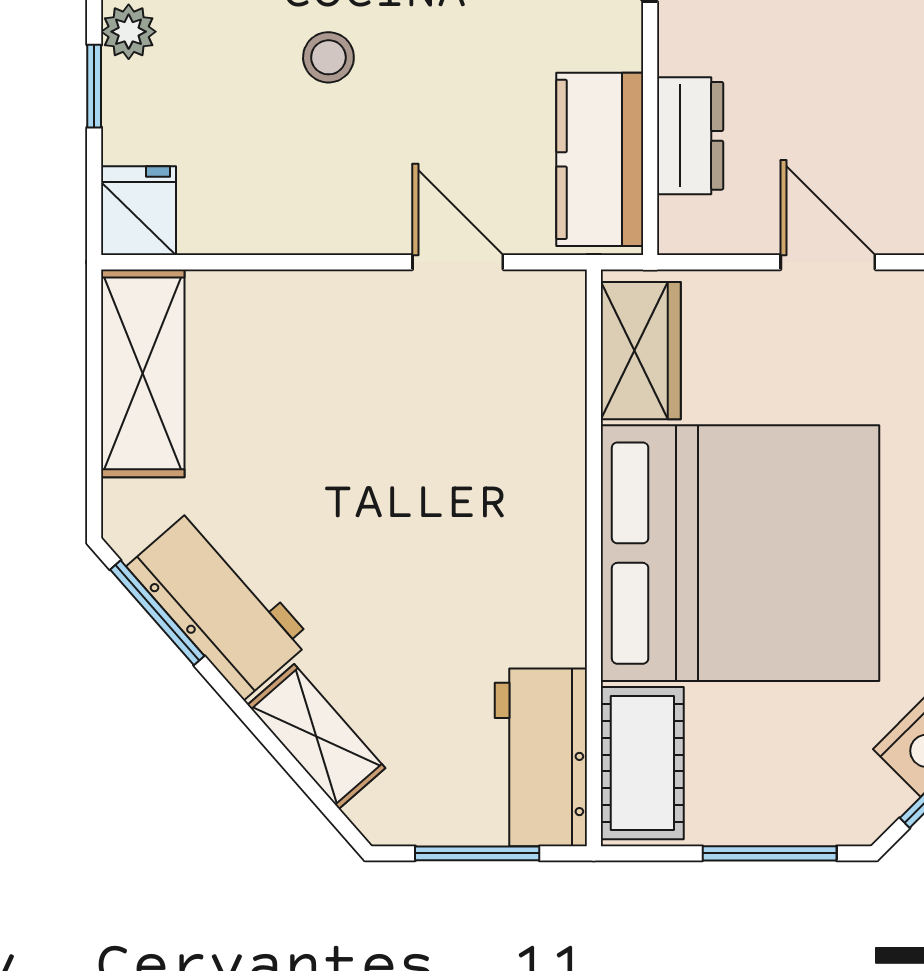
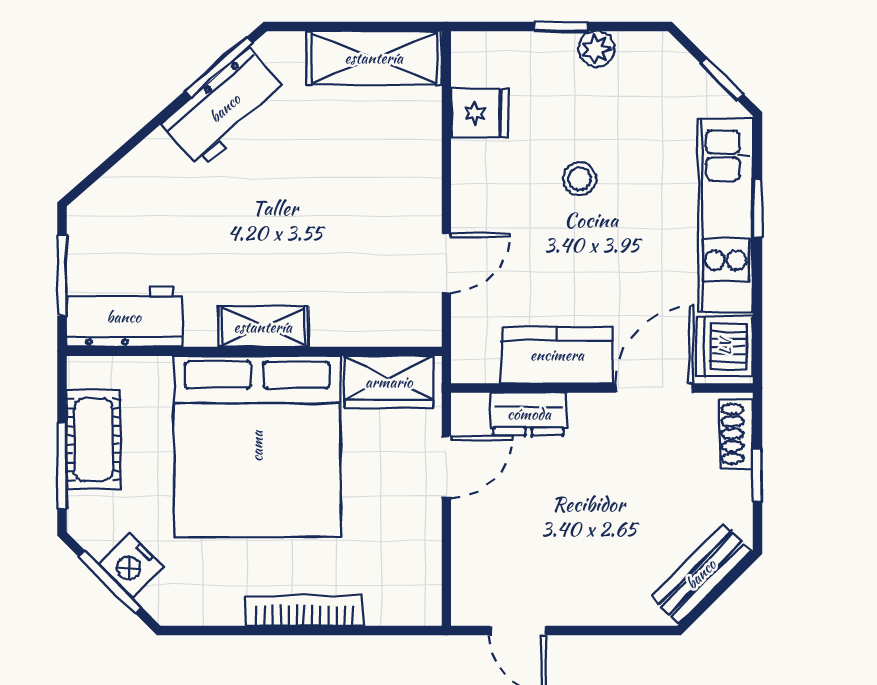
kitchen counter: (600, 159) -> (557, 355), moved
fridge: (139, 211) -> (480, 113), moved
door: (828, 262) -> (446, 467), moved
shelving: (316, 736) -> (263, 327), moved, turned 41
cot: (642, 763) -> (93, 440), moved, turned 90

